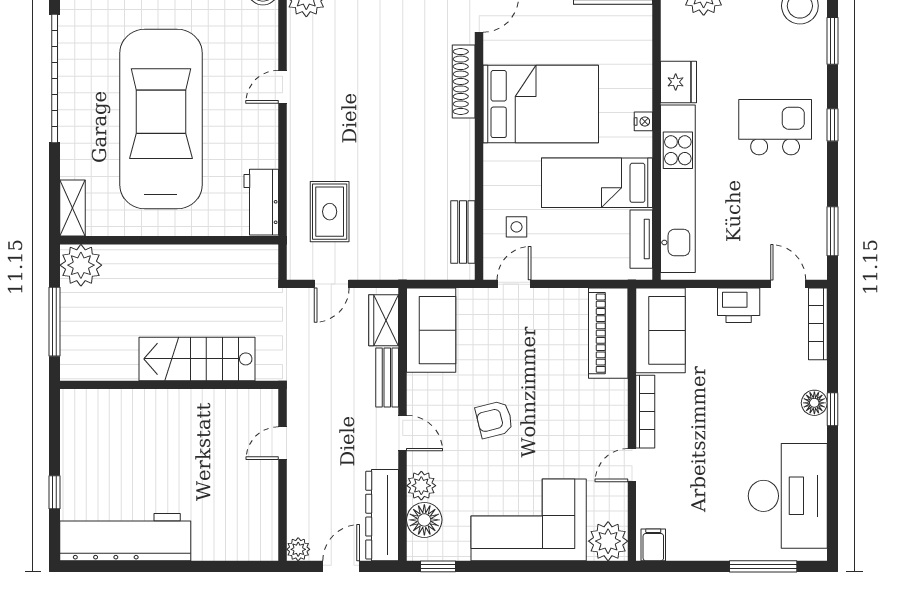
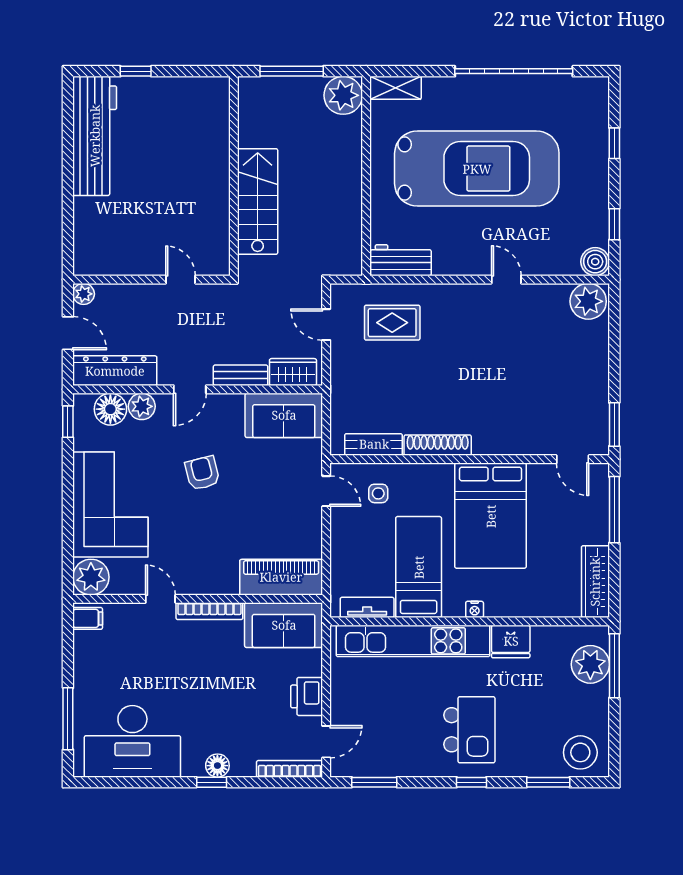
shoe rack: (464, 81) -> (438, 445), moved

